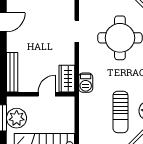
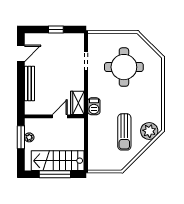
bench: (12, 72) -> (29, 83), moved
plant: (17, 118) -> (29, 137), width x0.53, depth x0.53

